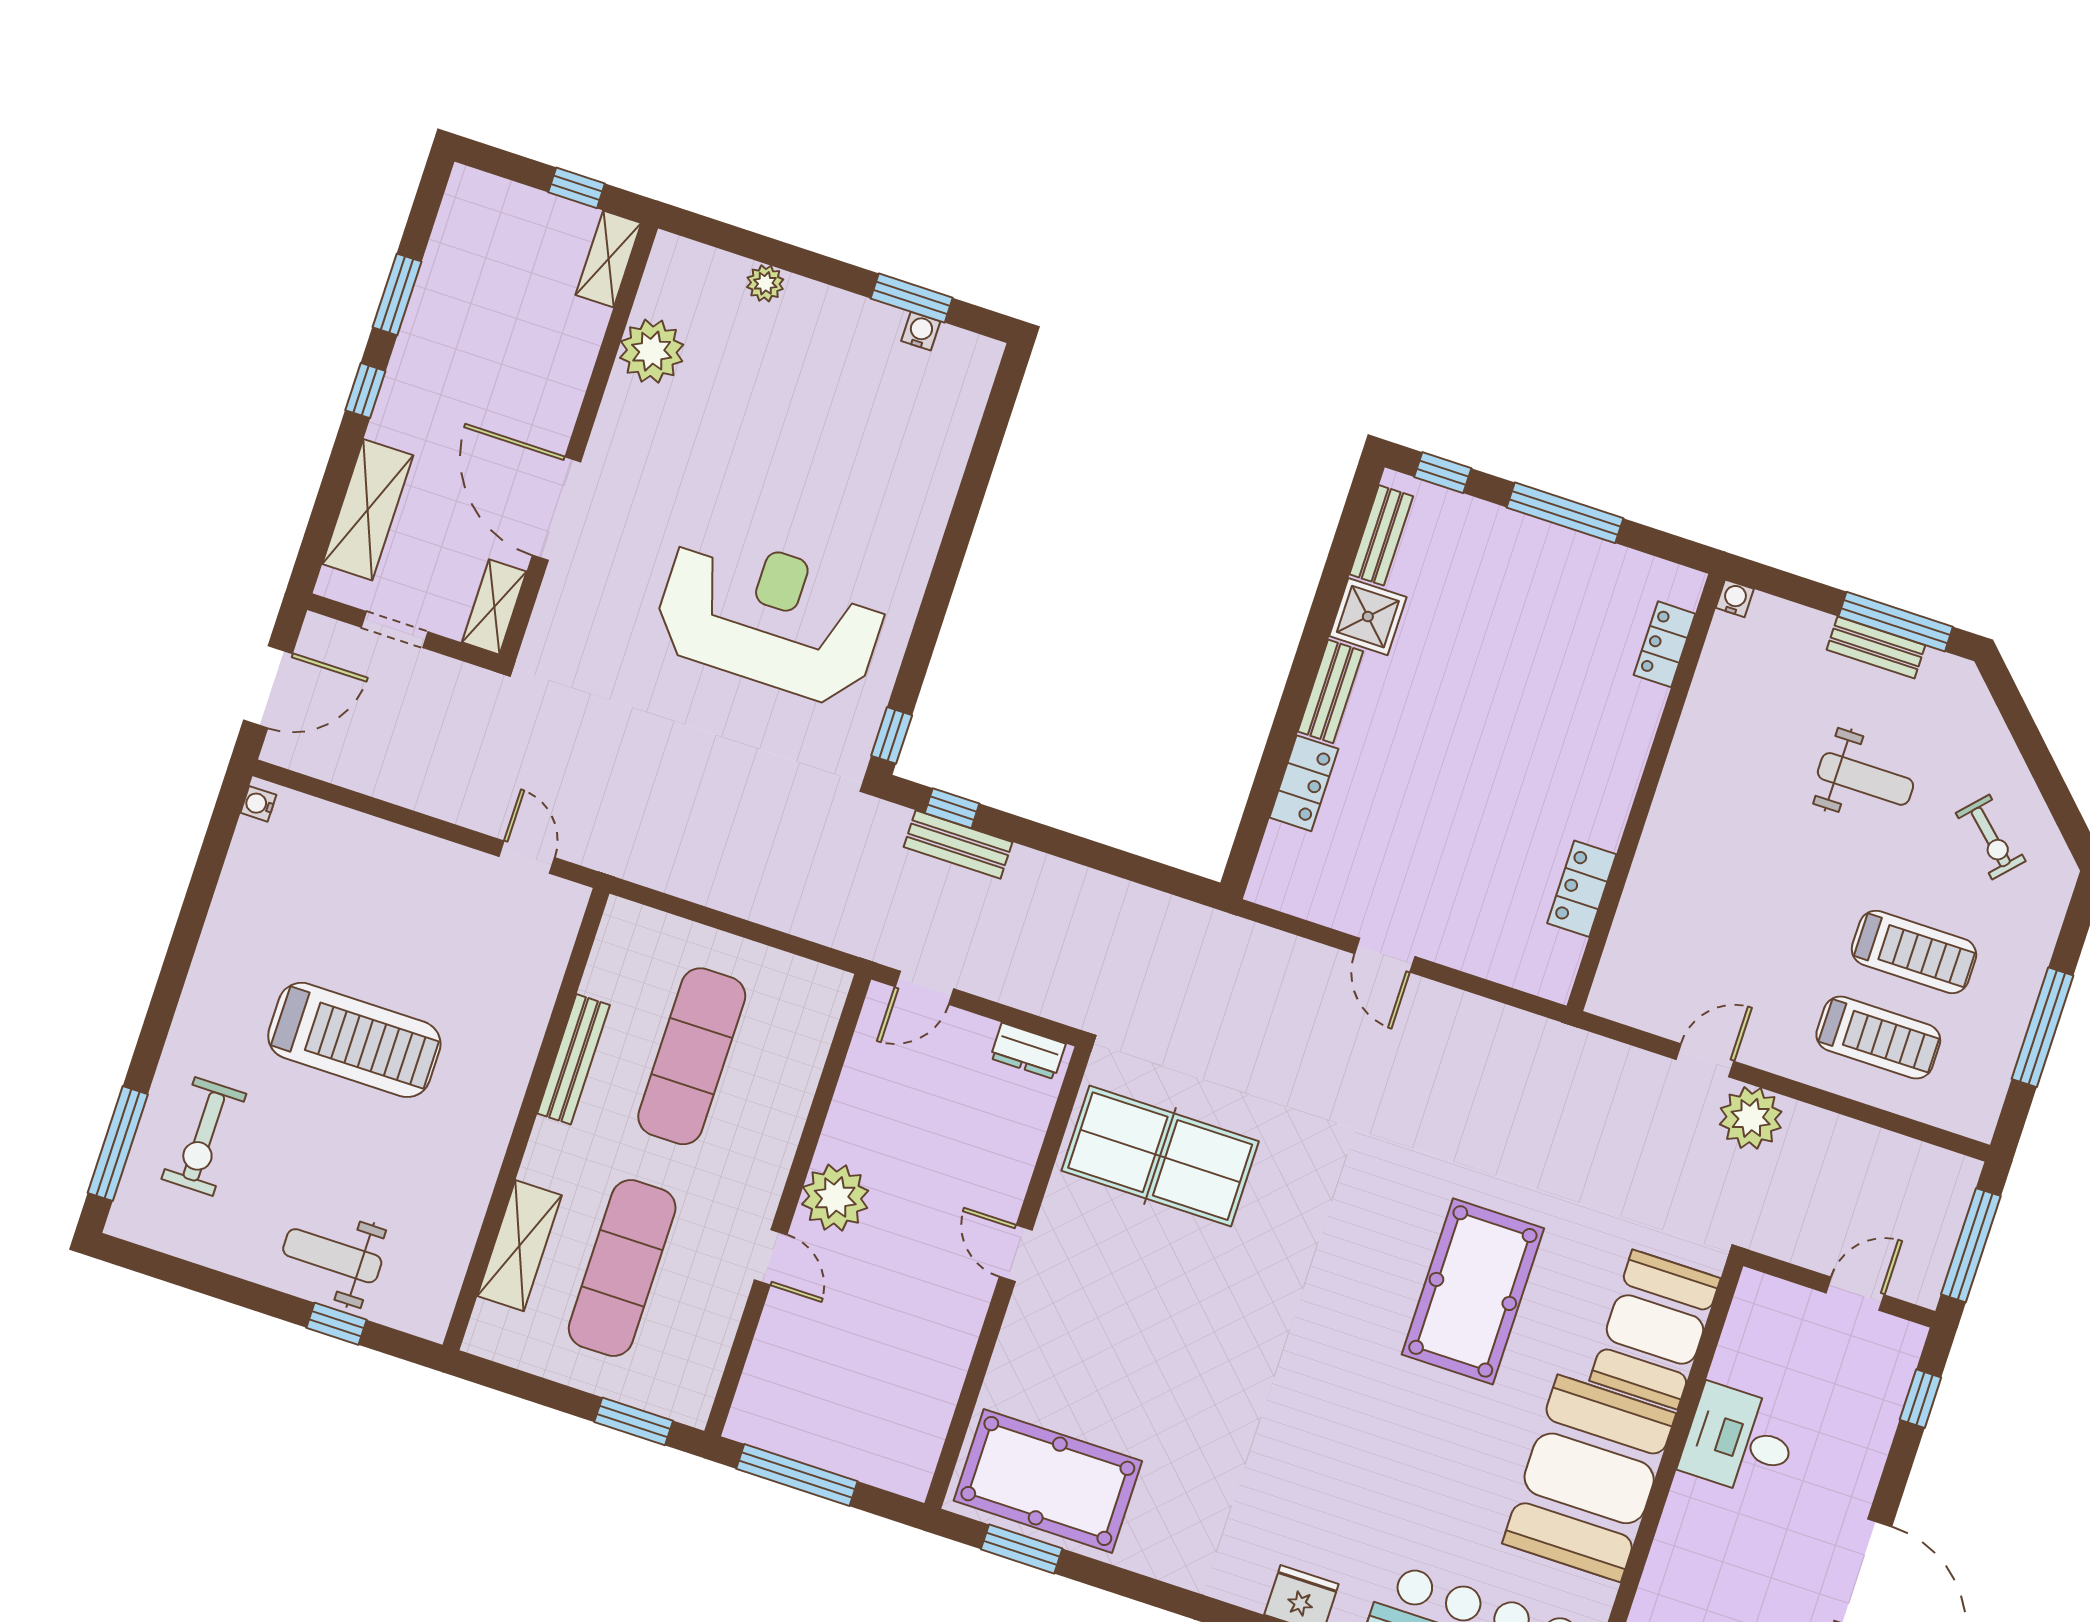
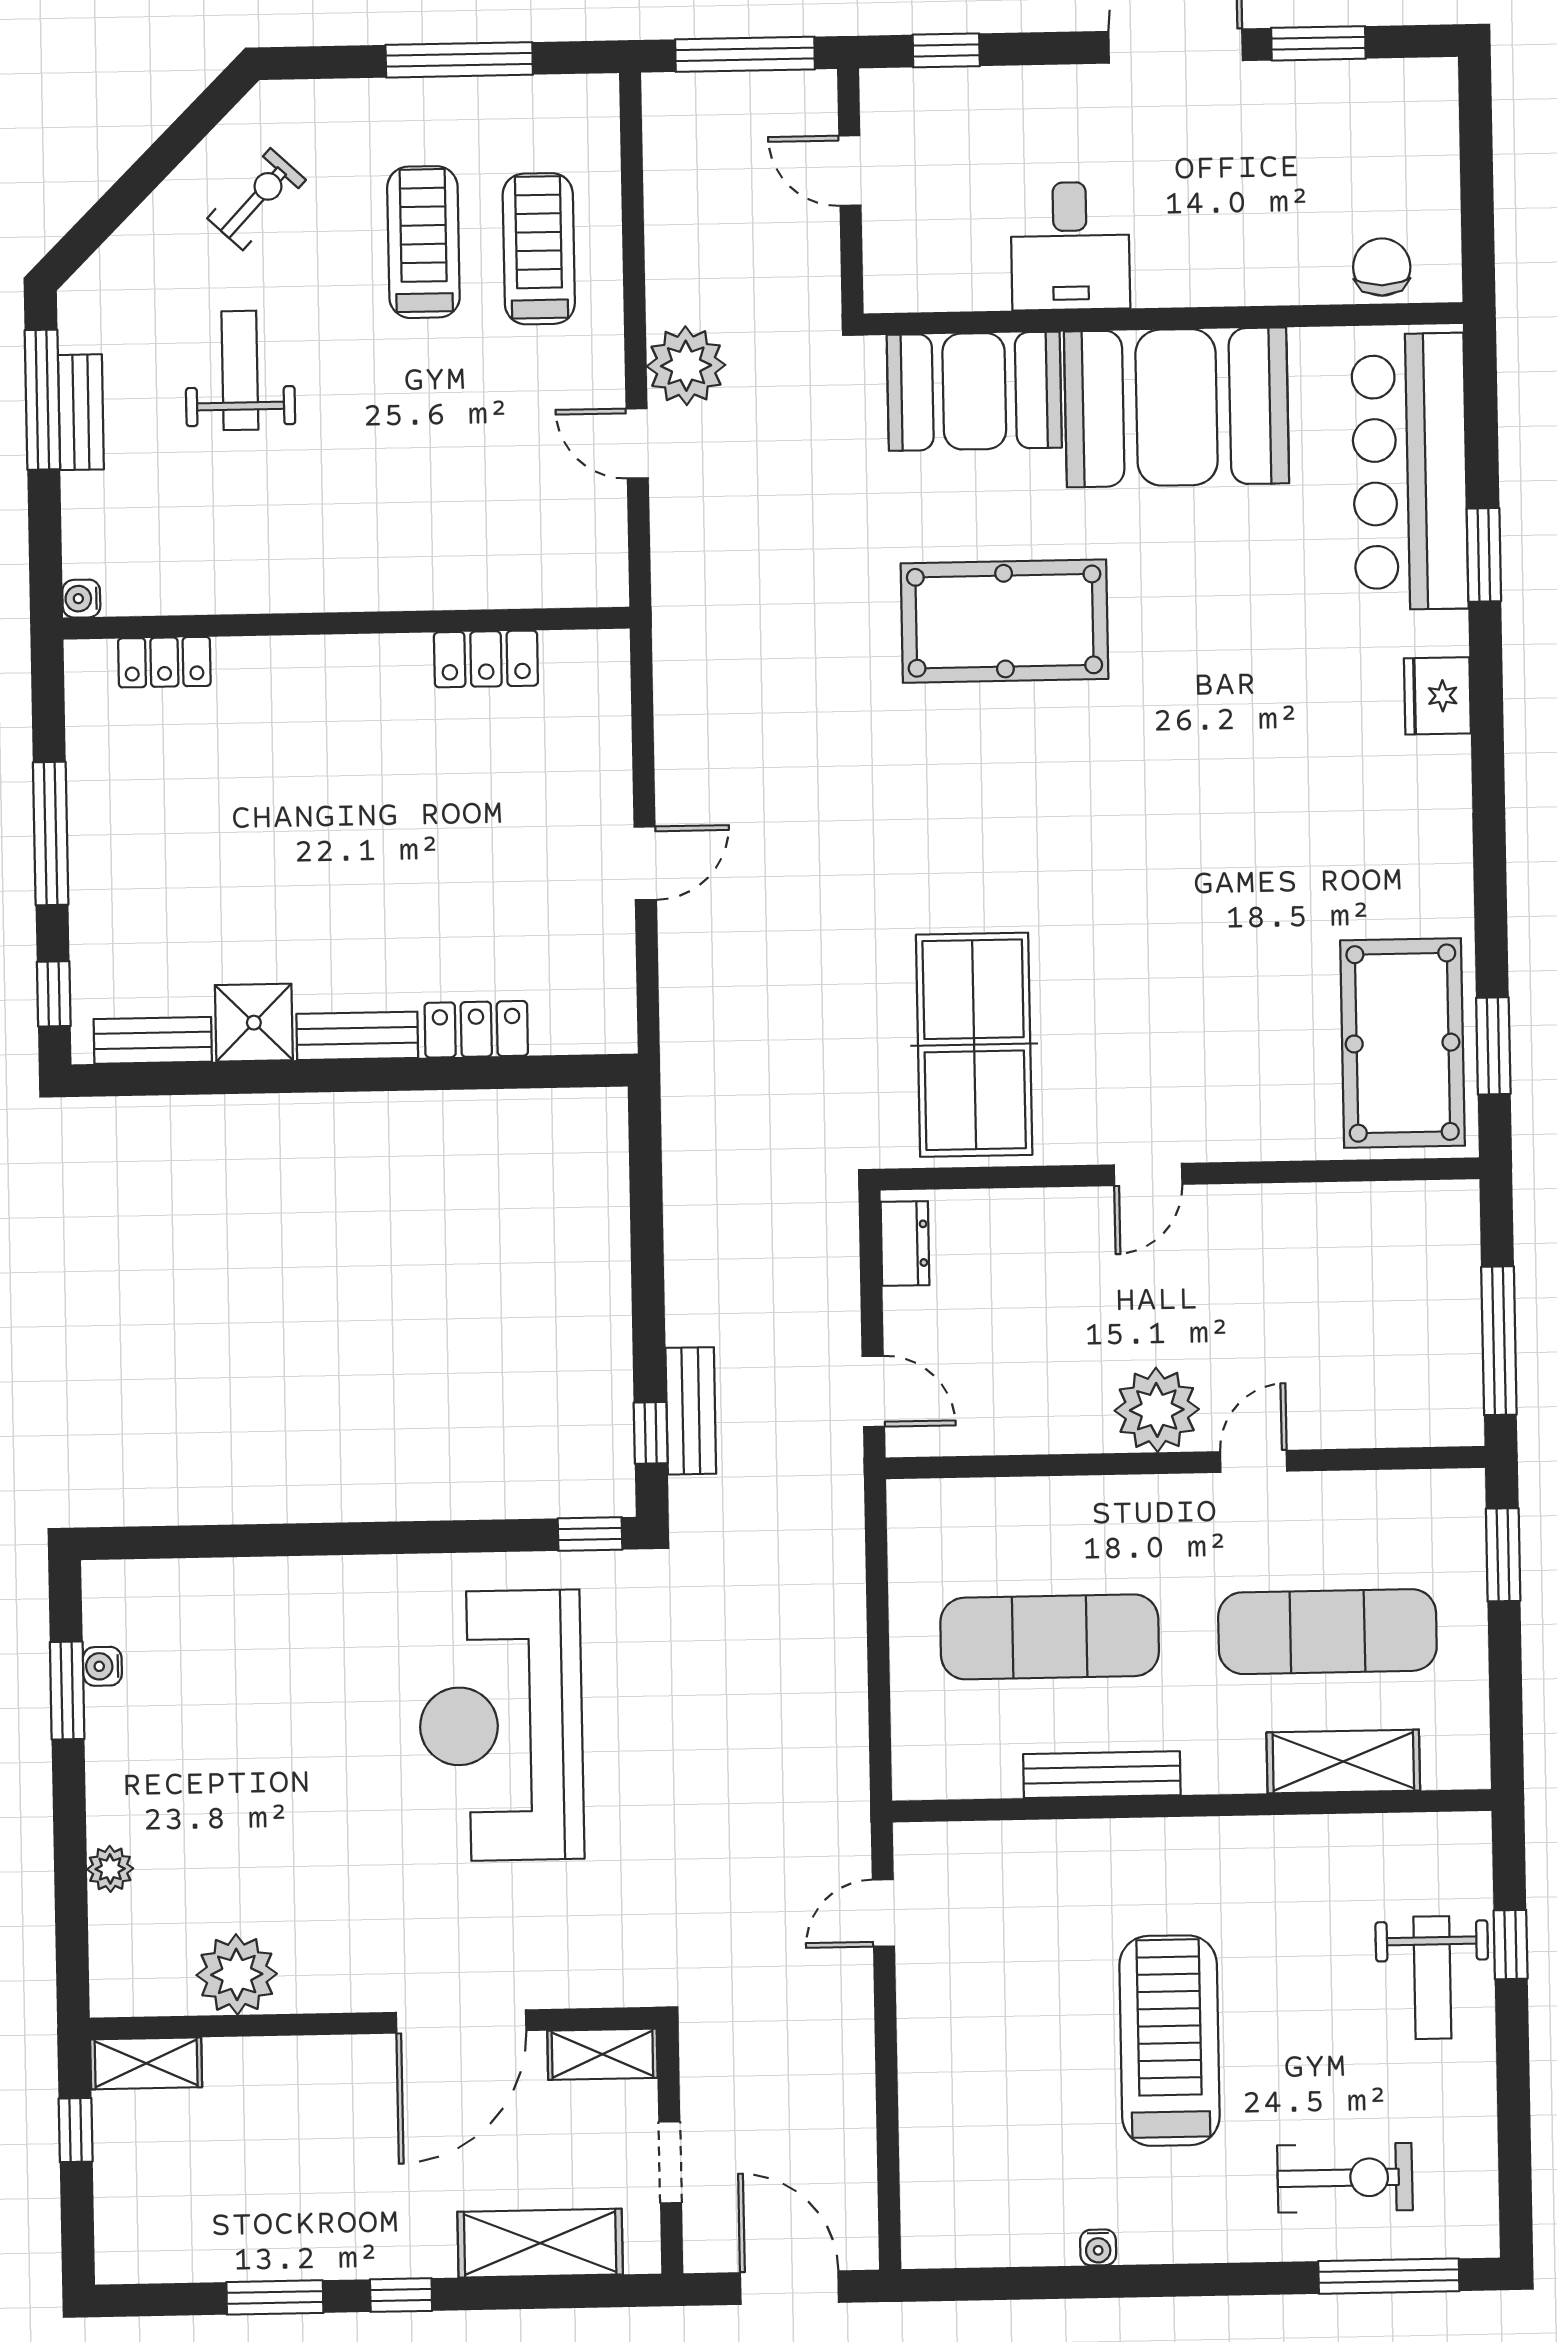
water cooler: (258, 804) -> (1098, 2247), moved

